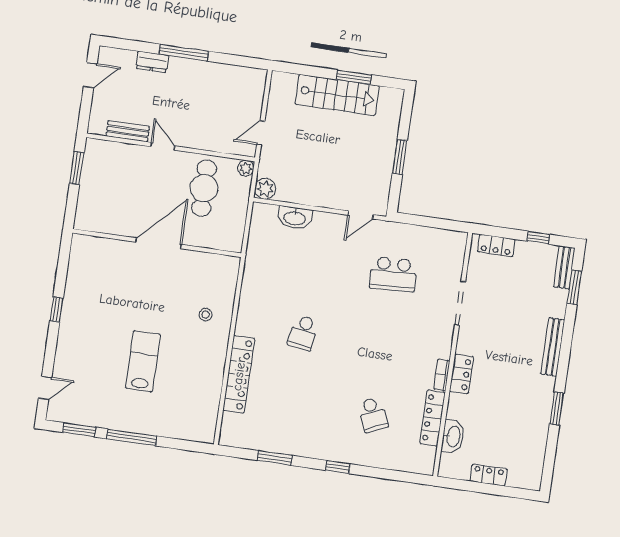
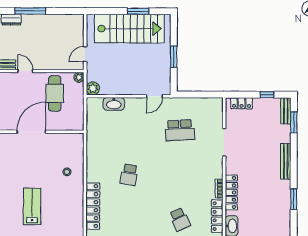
stairs: (337, 95) -> (129, 29), width x1.36, depth x1.51
locker: (461, 374) -> (231, 192), width x1.53

